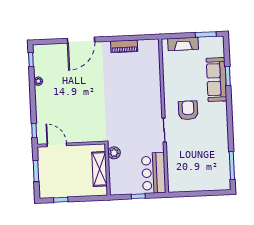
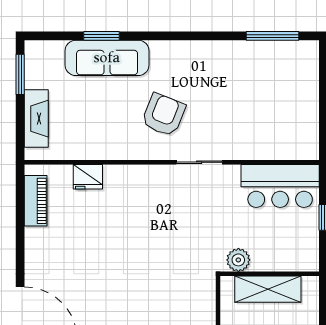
piano: (124, 46) -> (36, 201), moved
fridge: (154, 72) -> (88, 177), added
armchair: (188, 110) -> (163, 115), turned 112

